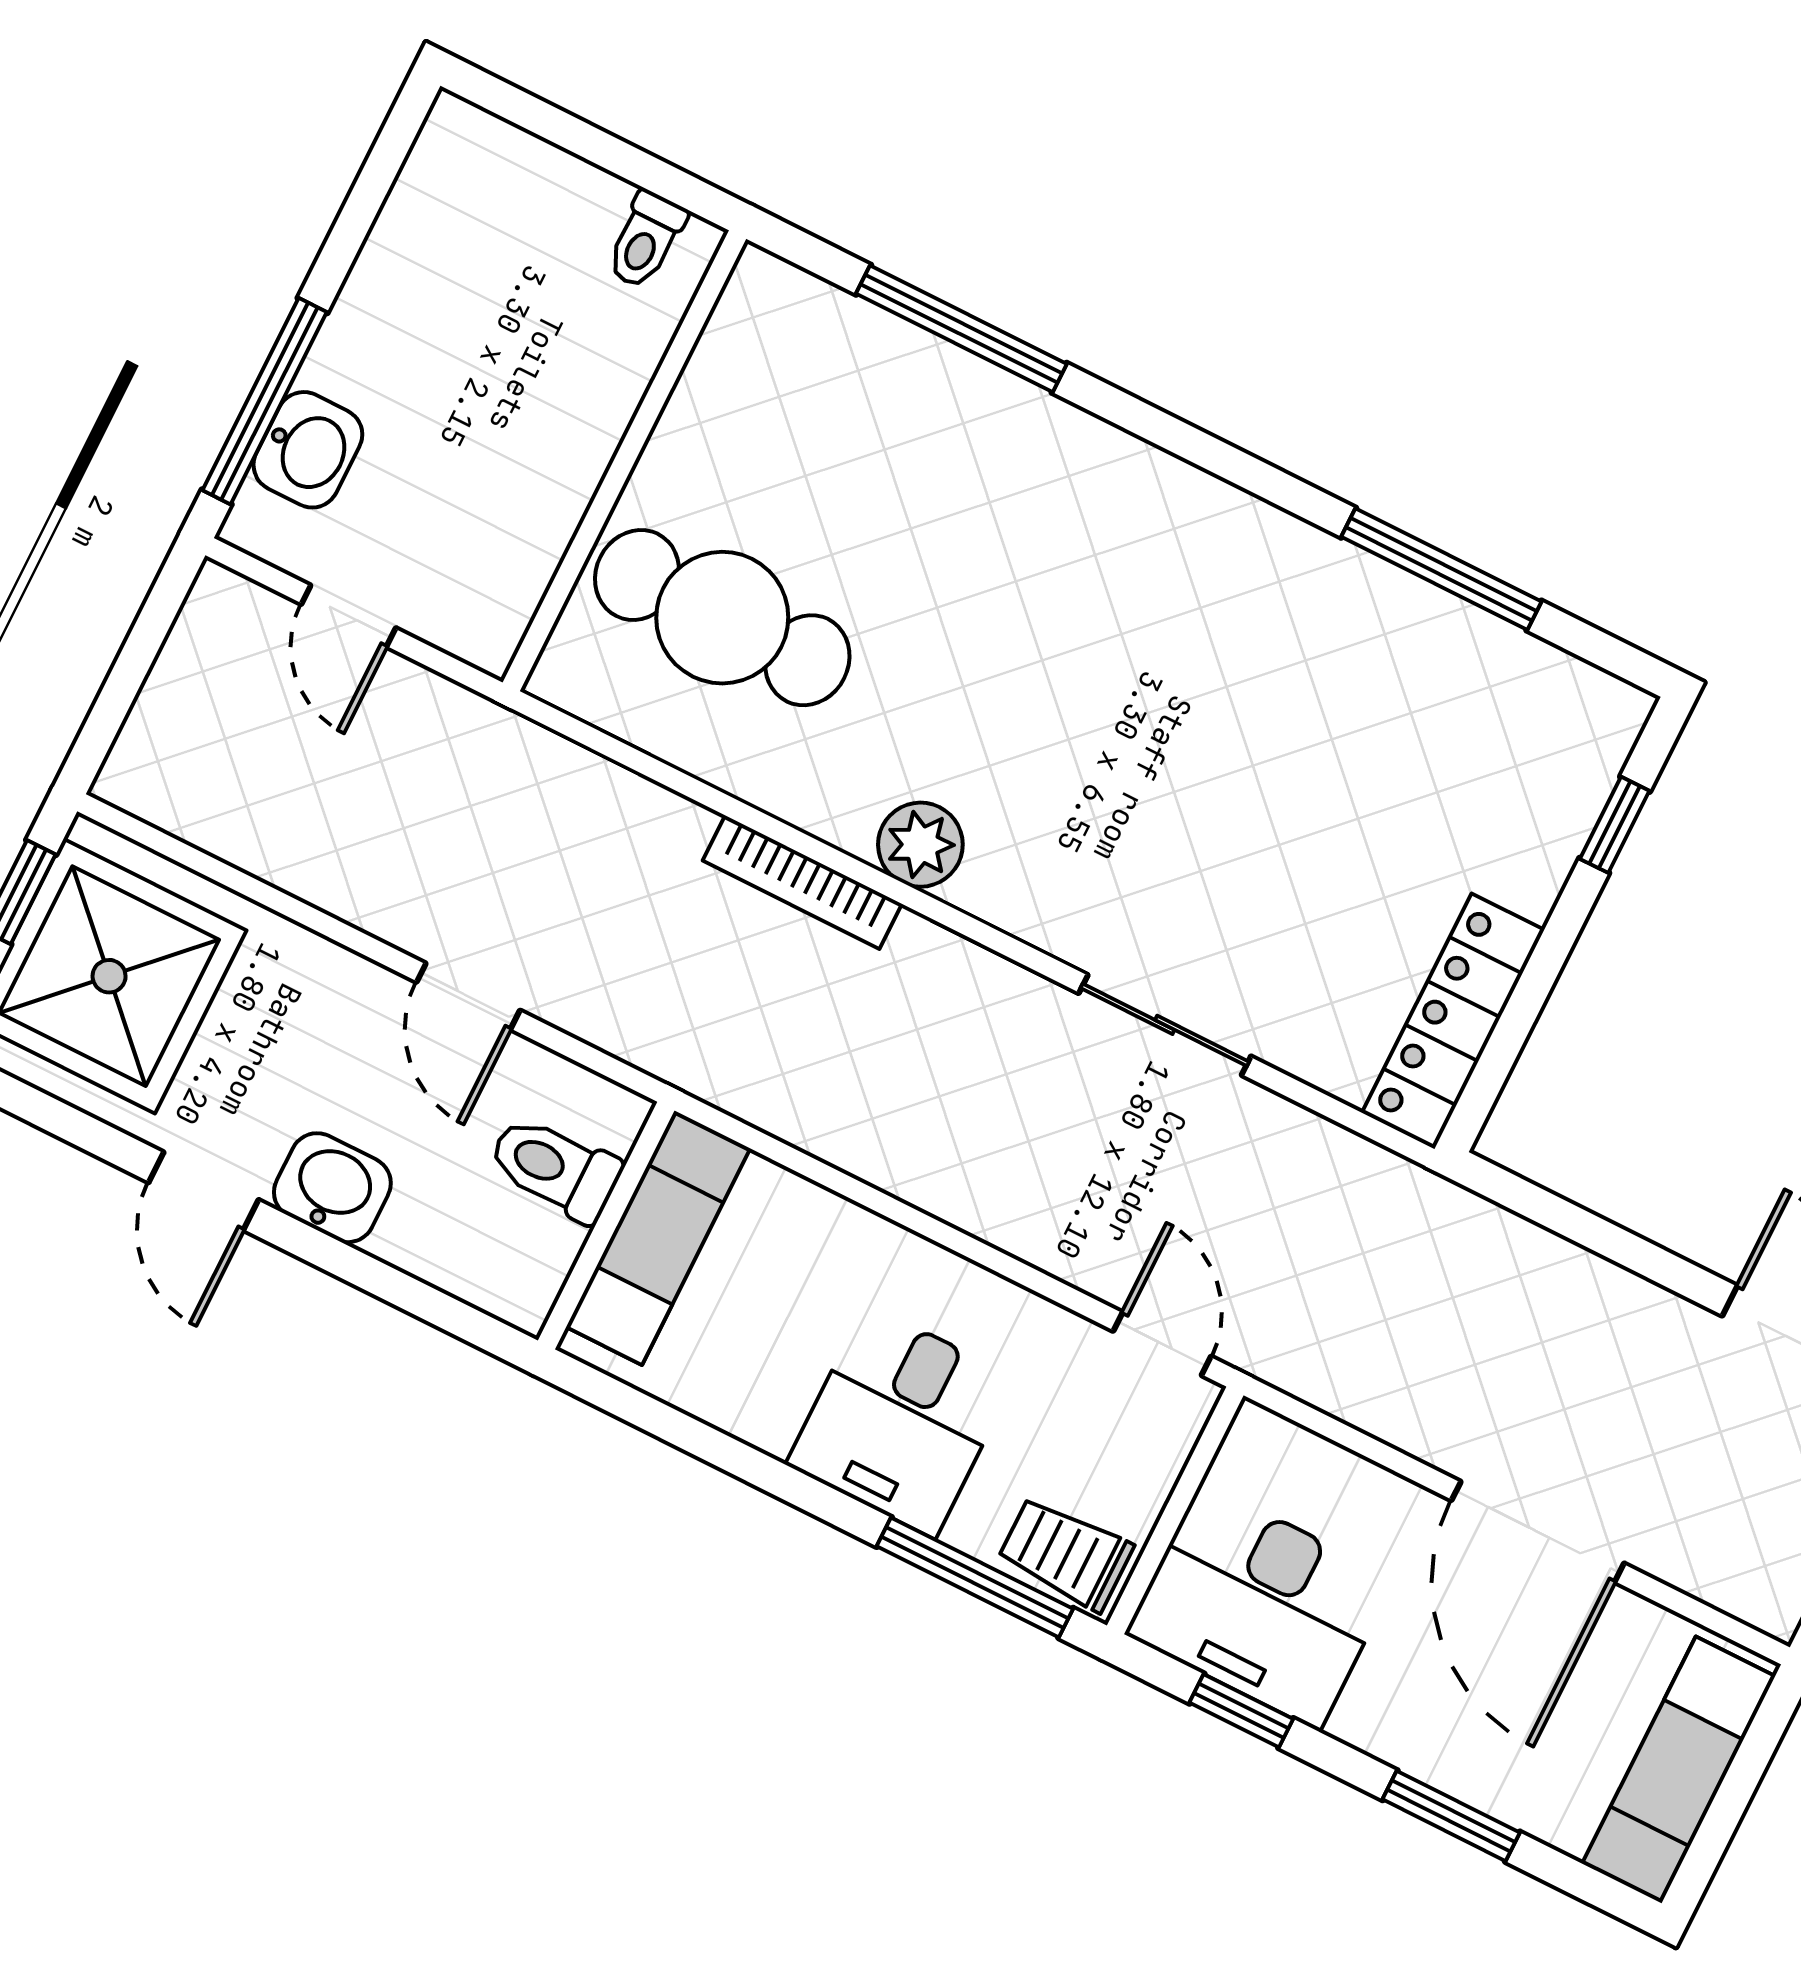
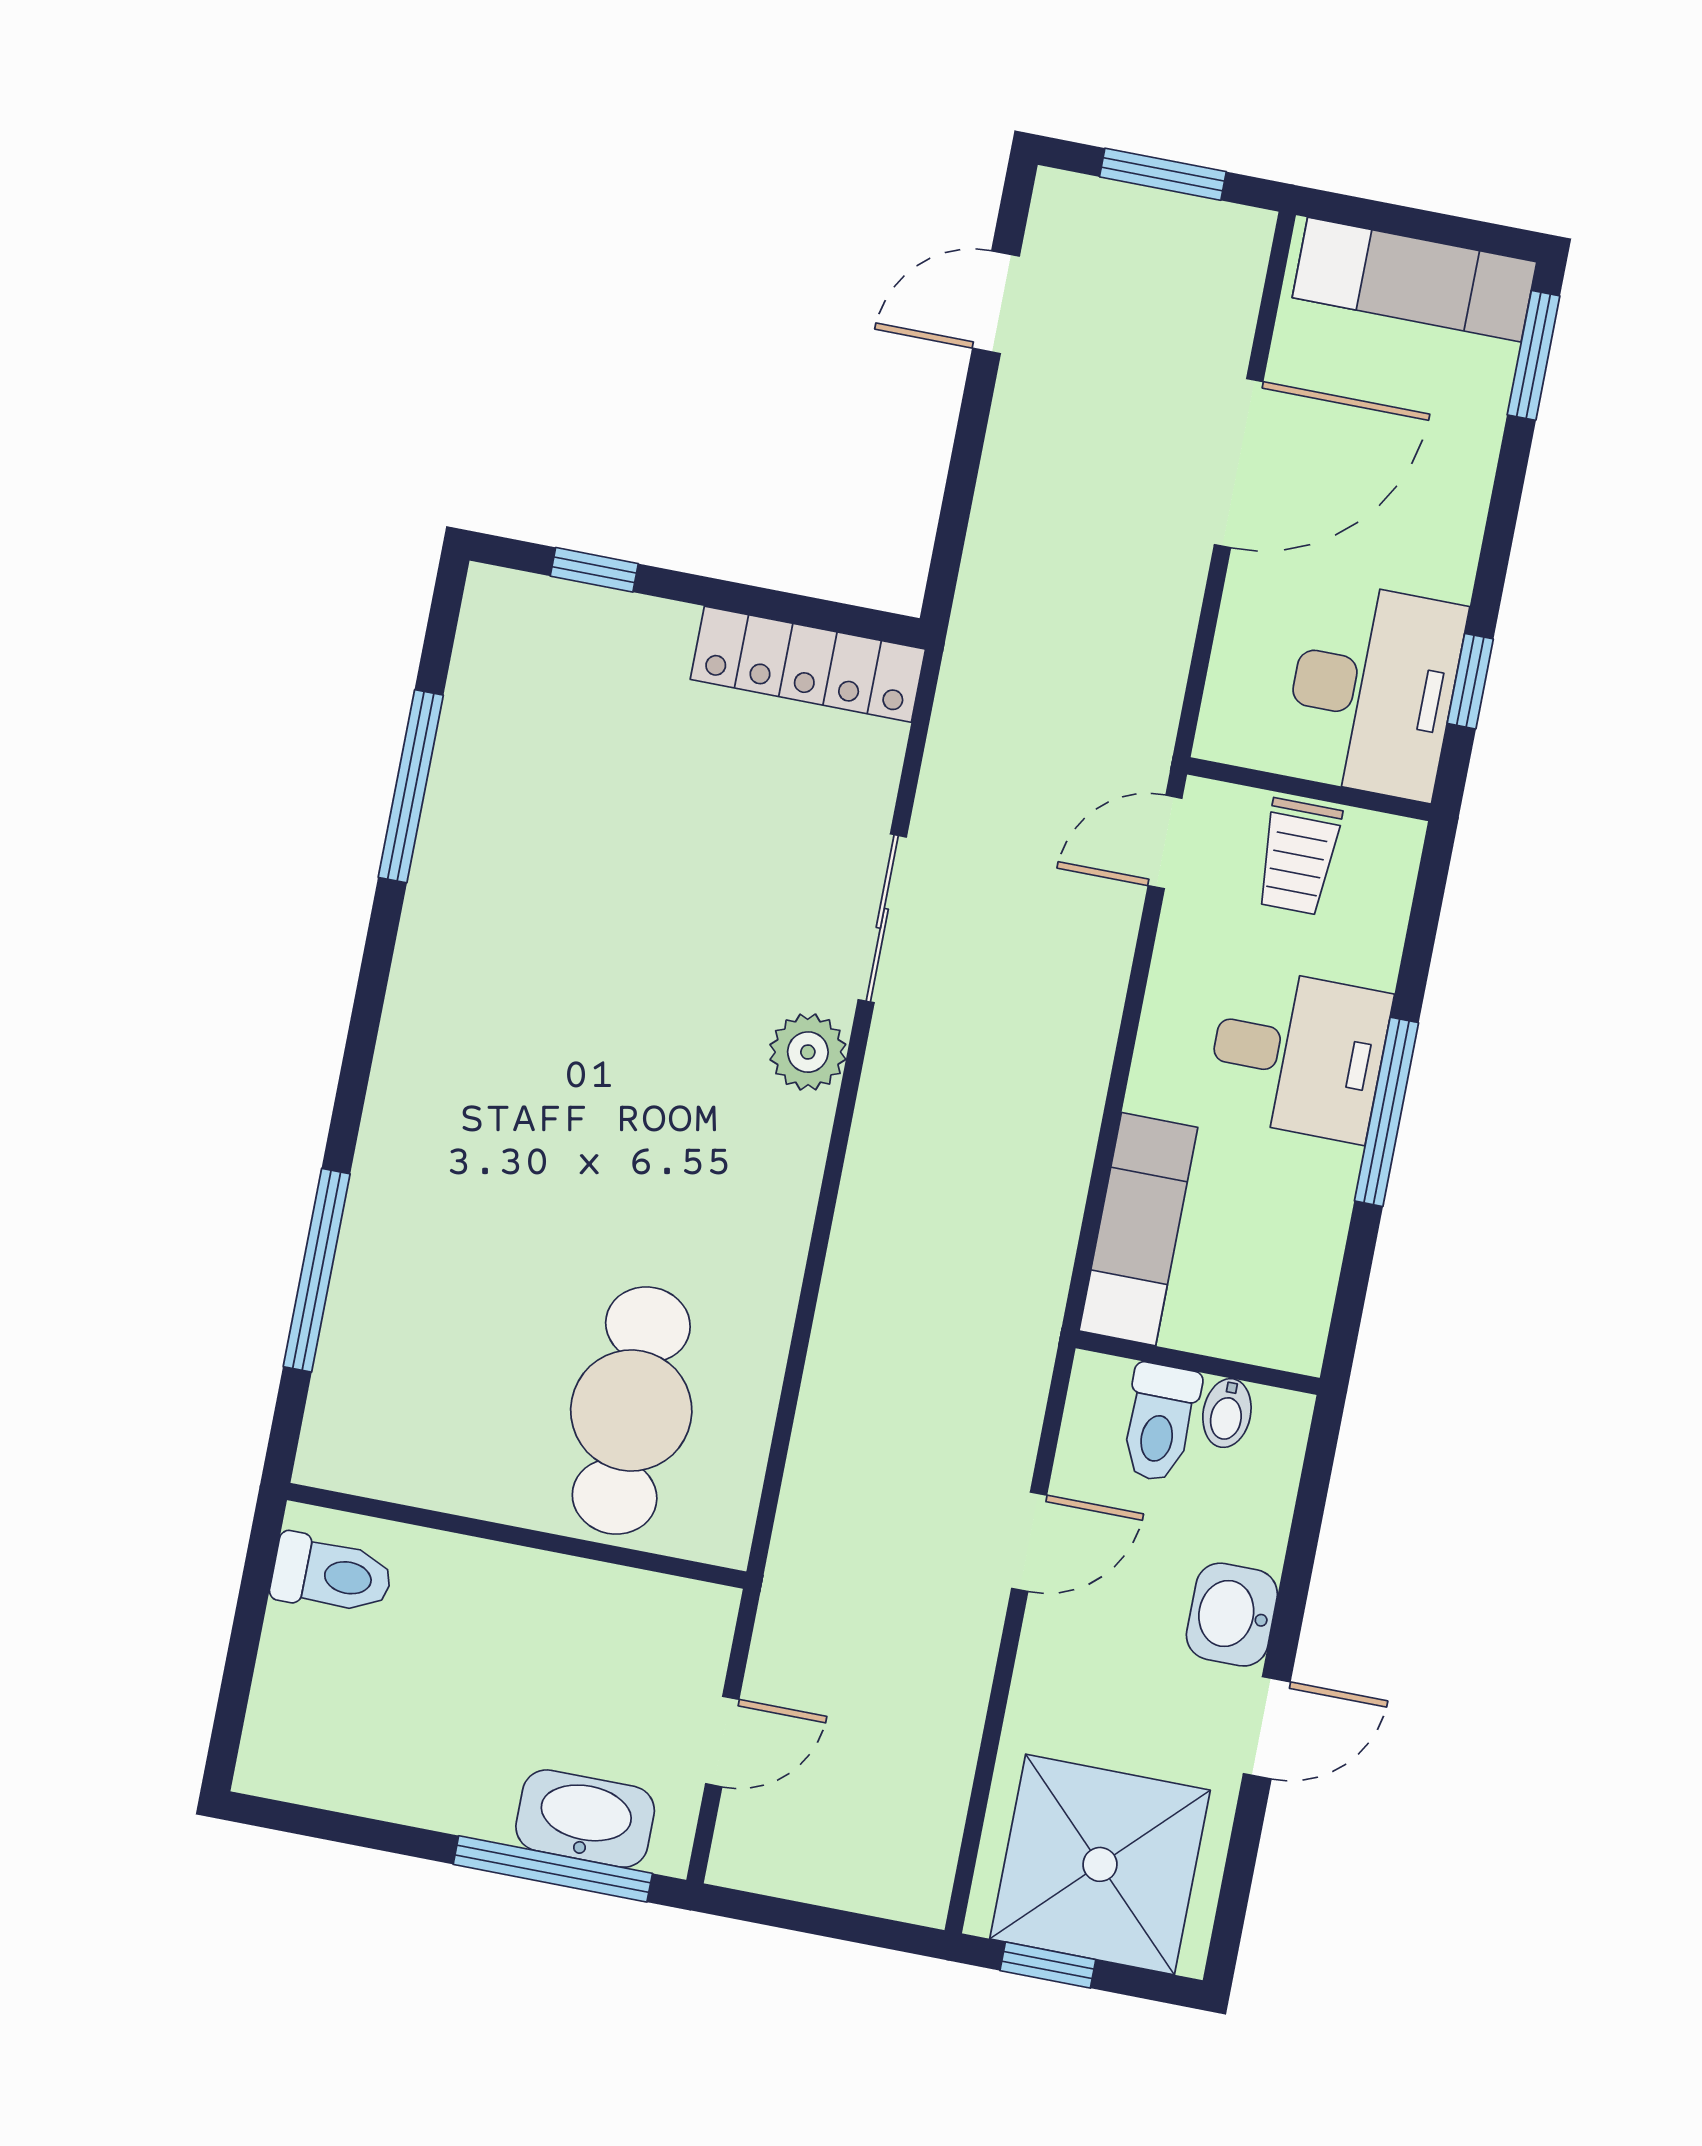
toilet: (646, 240) -> (332, 1575), width x1.37, depth x1.39
washbasin: (308, 450) -> (585, 1819), width x1.38
plant: (920, 845) -> (808, 1052), moved
bookcase: (802, 882) -> (846, 1274), removed
exam couch: (658, 1238) -> (1138, 1229), moved, turned 90
bidet: (545, 1241) -> (1227, 1413), added
trolley: (1066, 1553) -> (1298, 857), moved
window: (975, 1577) -> (1387, 1112), moved
window: (1451, 1816) -> (1534, 355), moved

